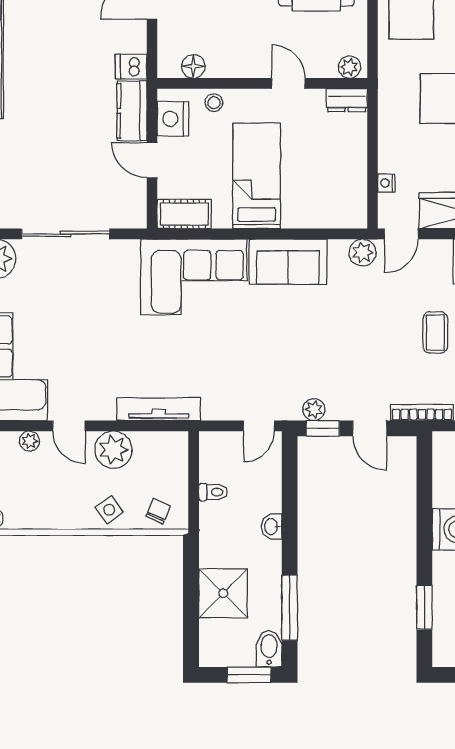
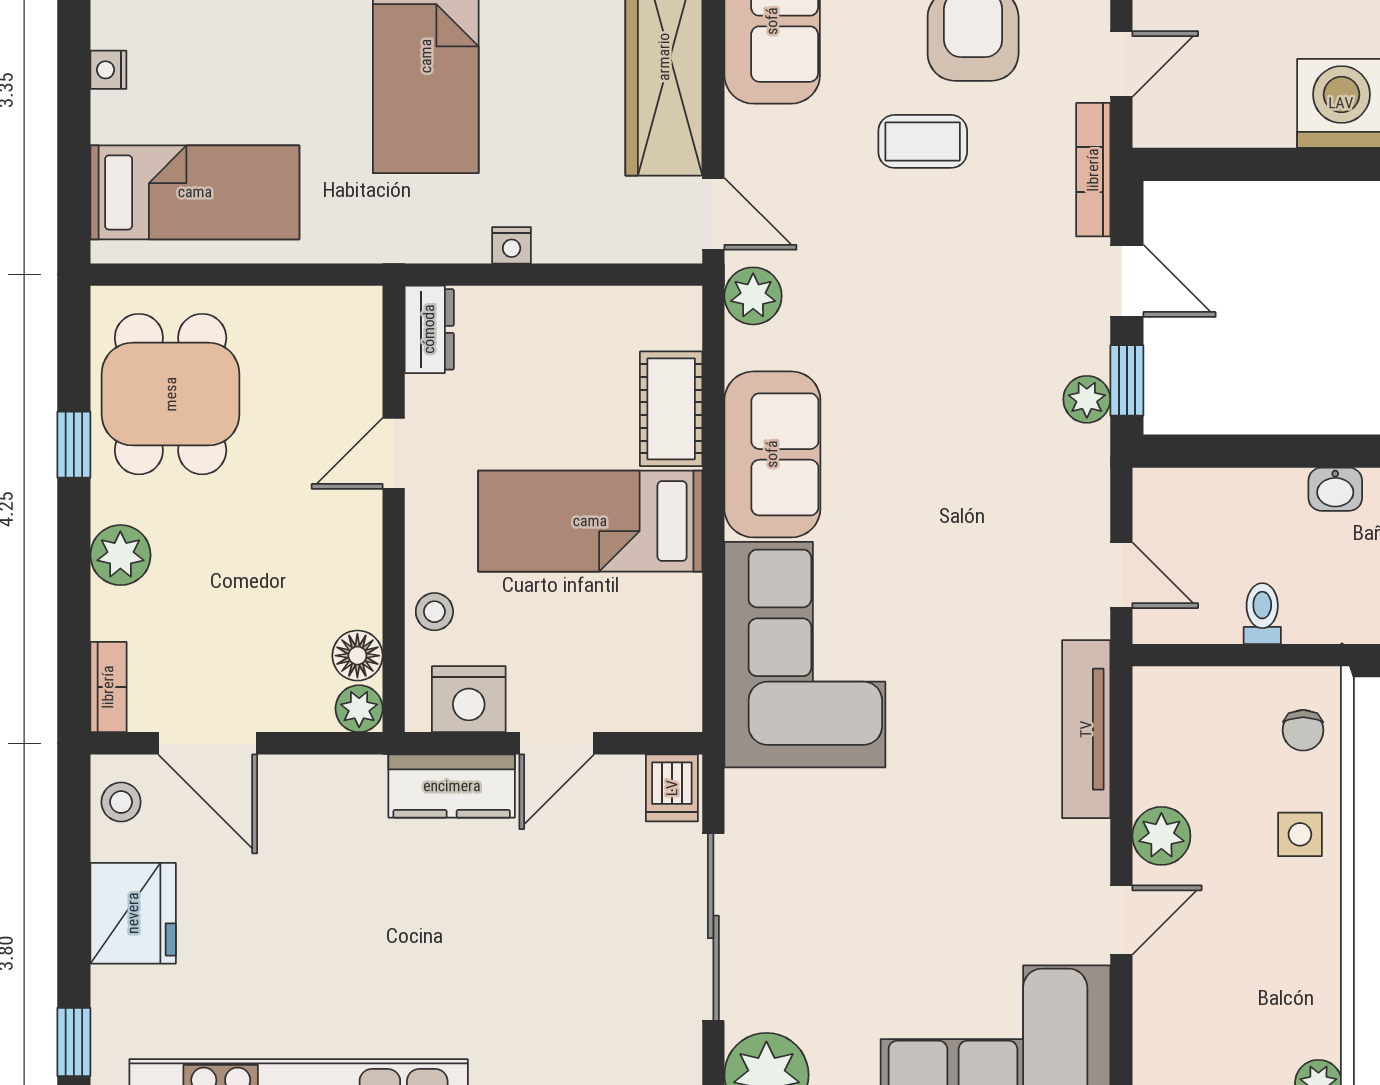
dishwasher: (131, 67) -> (672, 788), moved
plant: (349, 67) -> (359, 709), moved
nightstand: (386, 183) -> (512, 245), moved
cot: (184, 214) -> (671, 409), moved
door: (259, 426) -> (1121, 575), moved
door: (370, 428) -> (1127, 281), hinge flipped
plant: (29, 441) -> (1154, 1004), removed
plant: (113, 450) -> (1161, 836), width x0.73, depth x0.73
side table: (109, 510) -> (1300, 834), turned 36
chair: (158, 511) -> (1303, 730), turned -114

